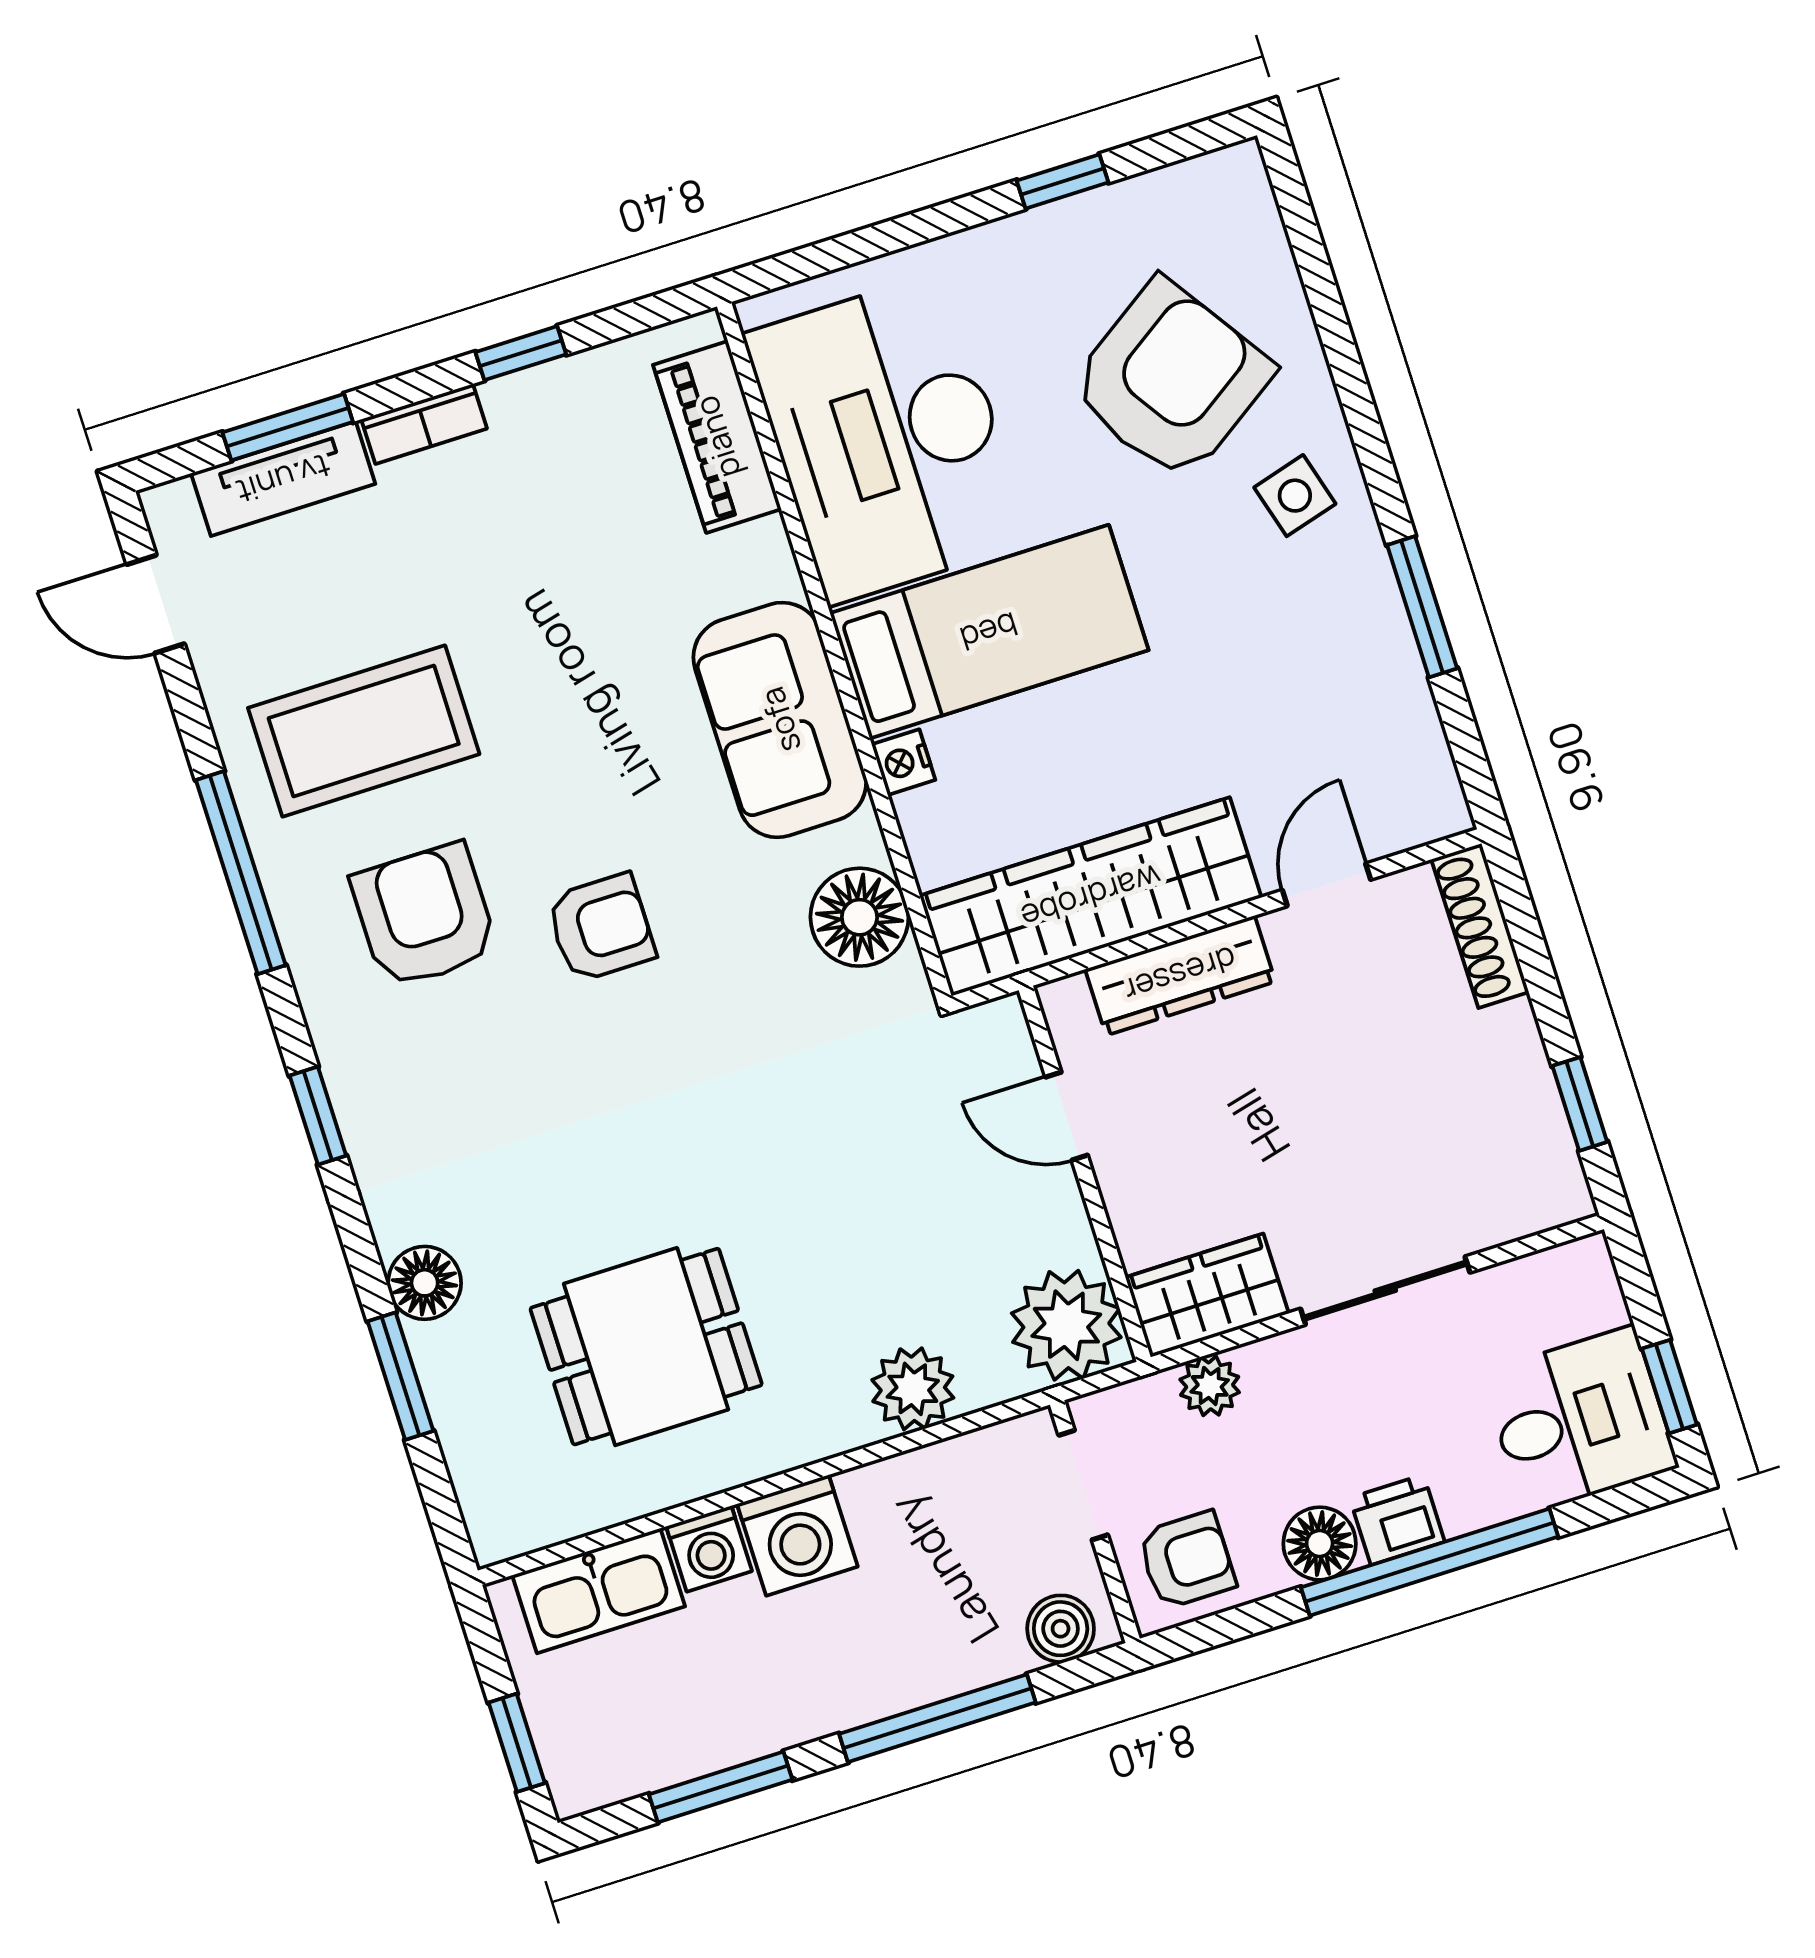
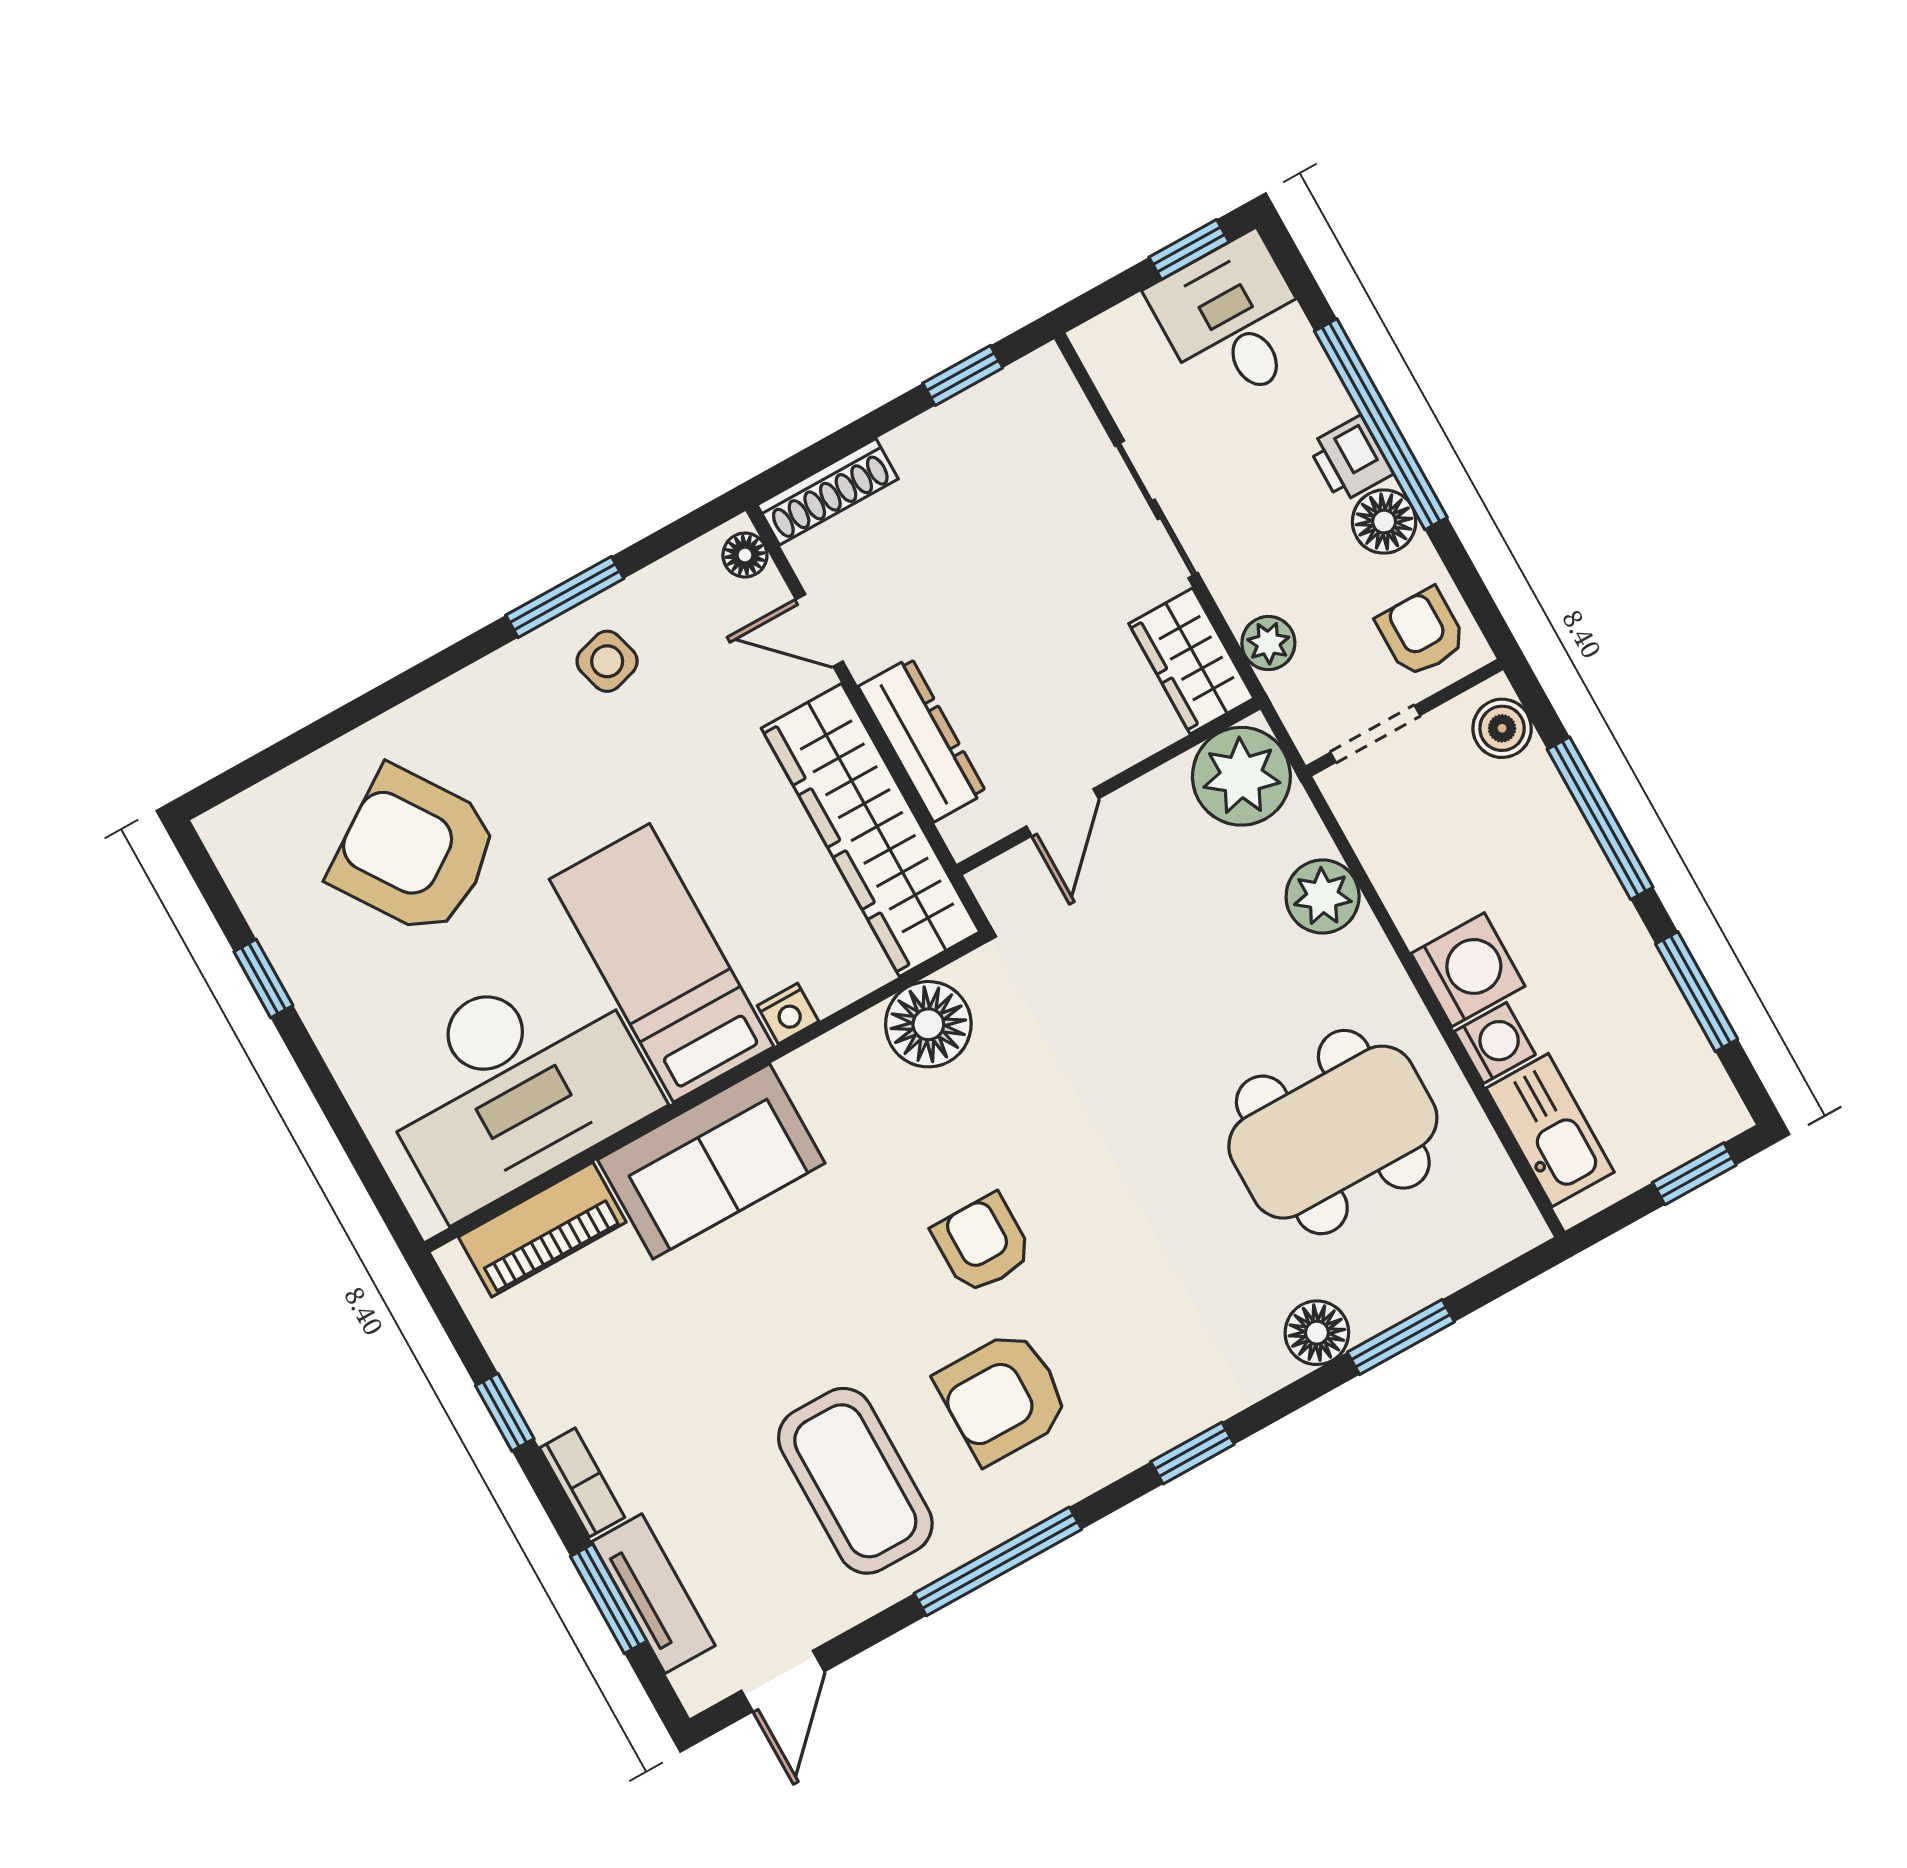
side table: (1295, 496) -> (607, 661), moved
sofa: (780, 720) -> (711, 1161), moved
floor lamp: (1428, 819) -> (745, 555), added
dining table: (646, 1347) -> (1333, 1132), width x1.38

